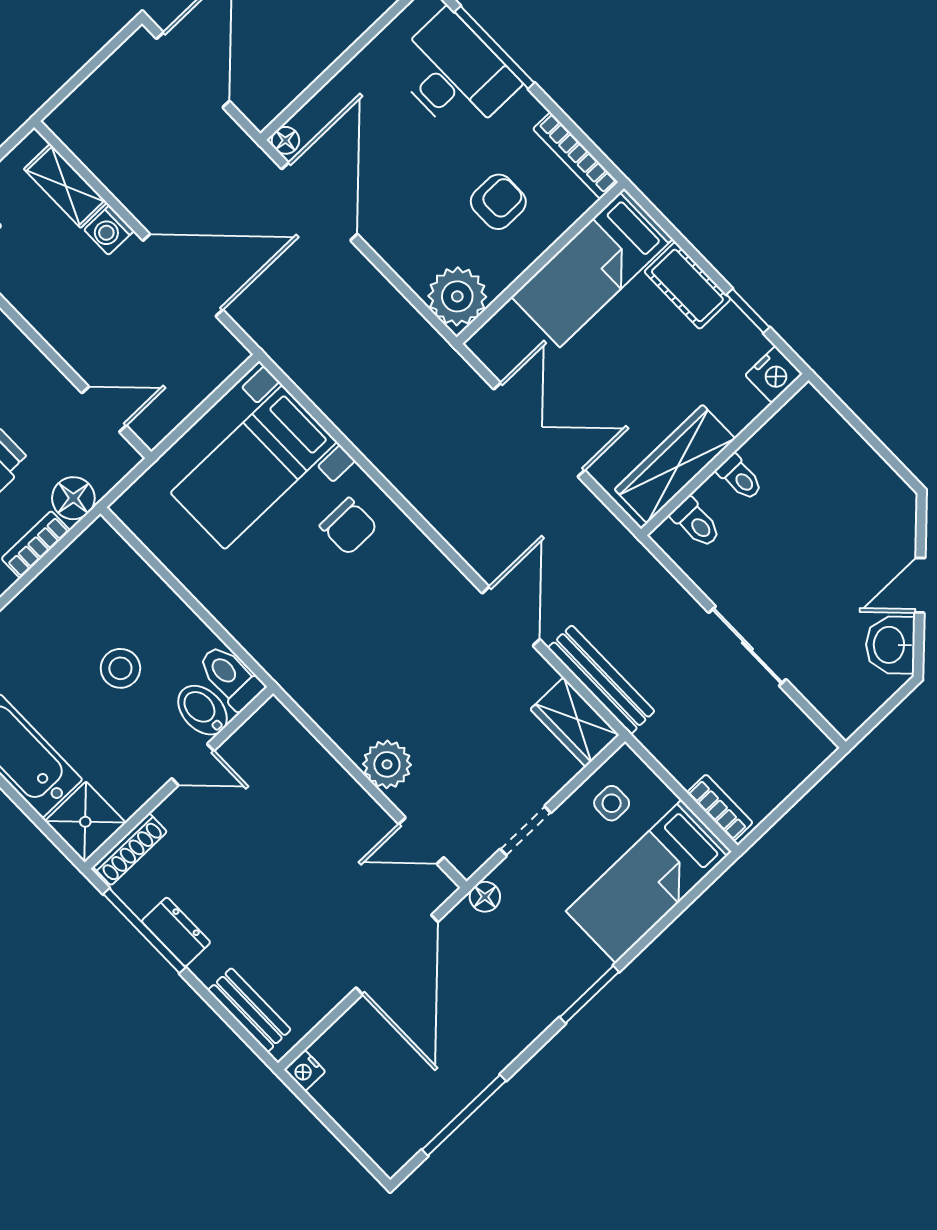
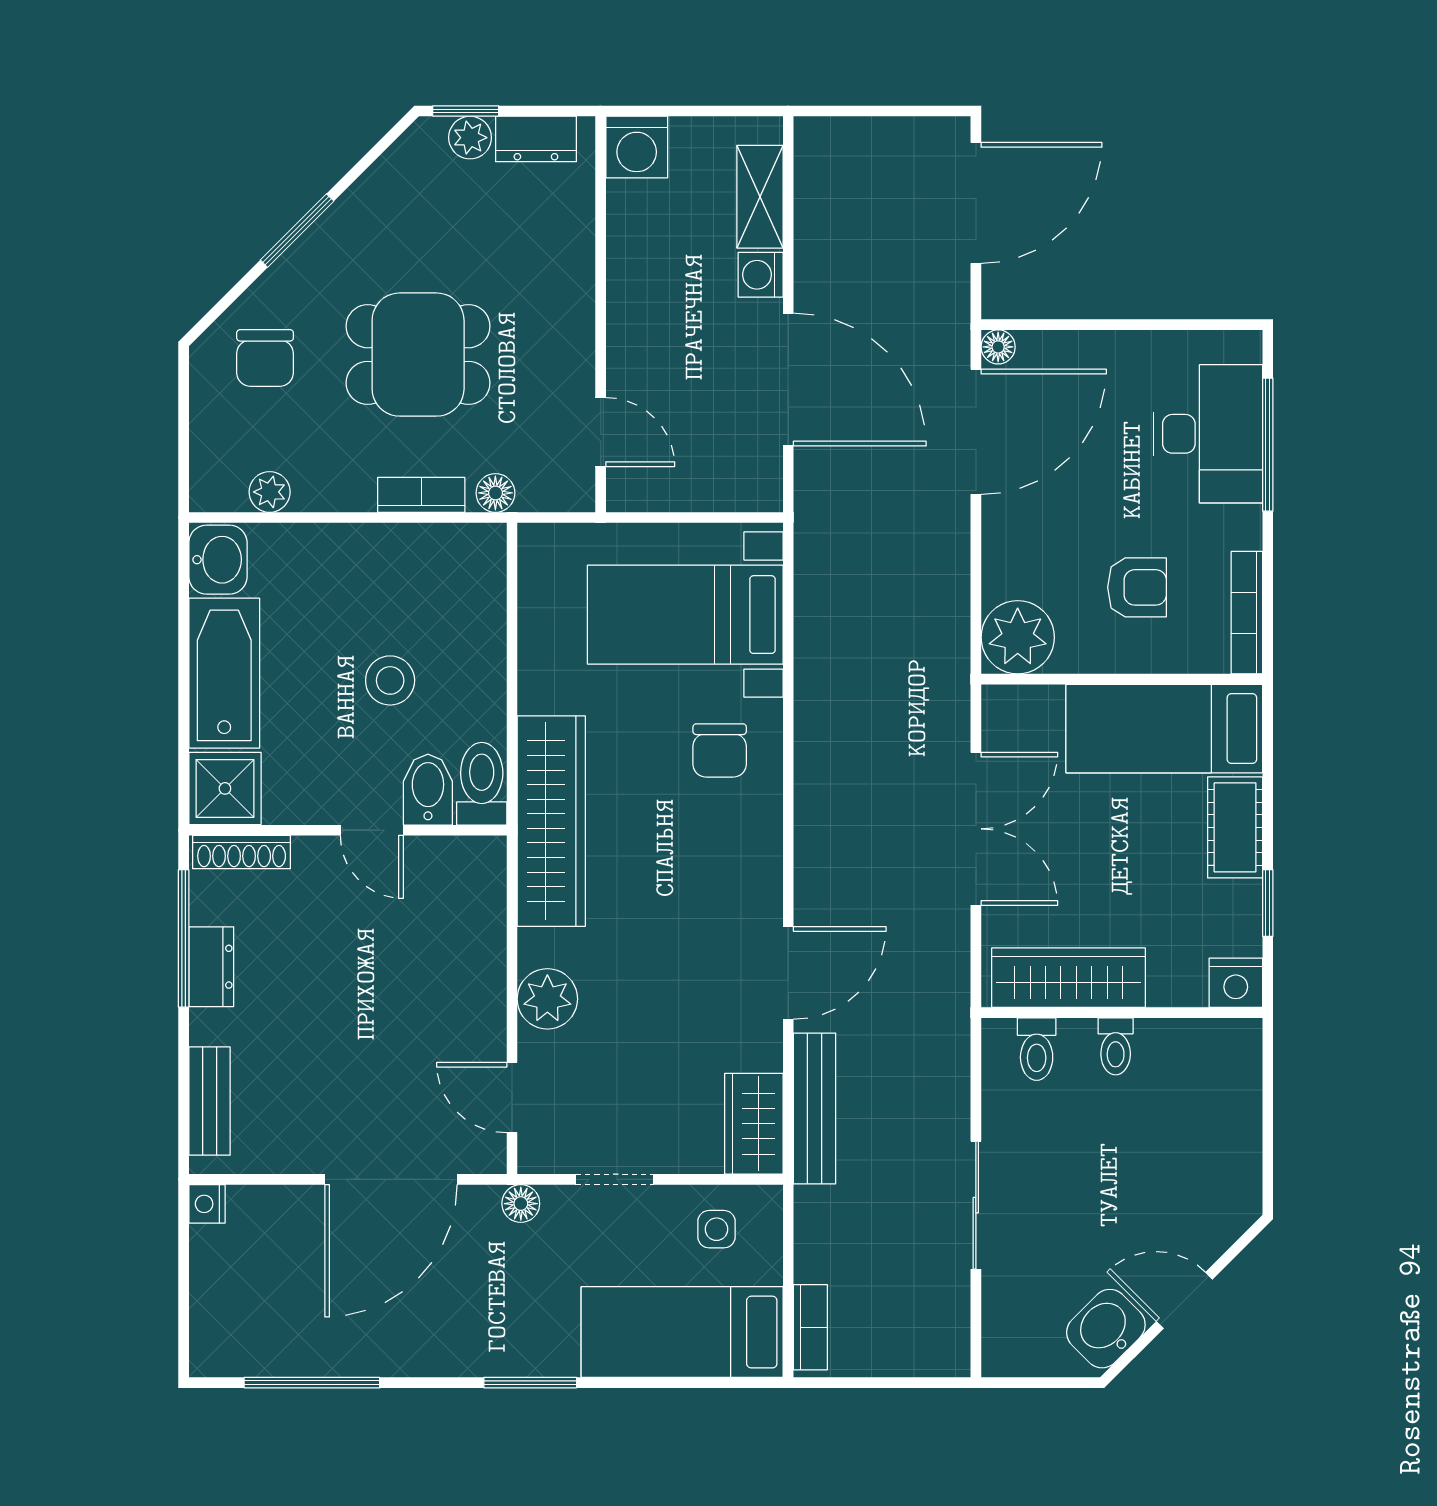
floor lamp: (73, 498) -> (495, 493), width x0.73, depth x0.73
wardrobe: (291, 660) -> (551, 821), added

